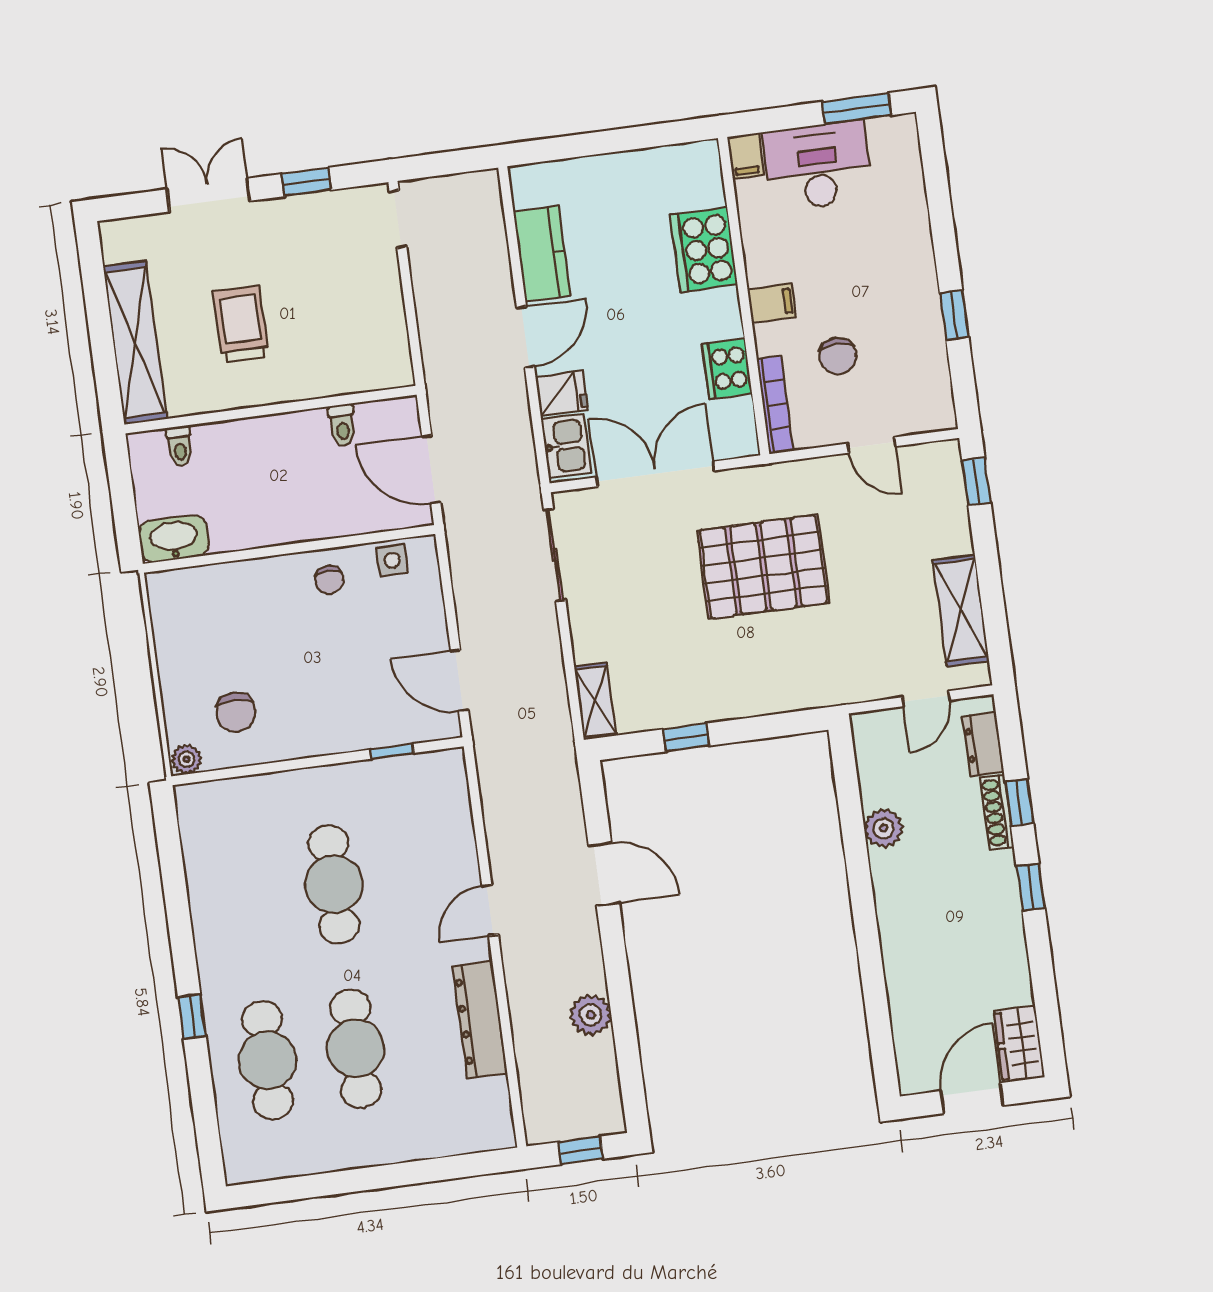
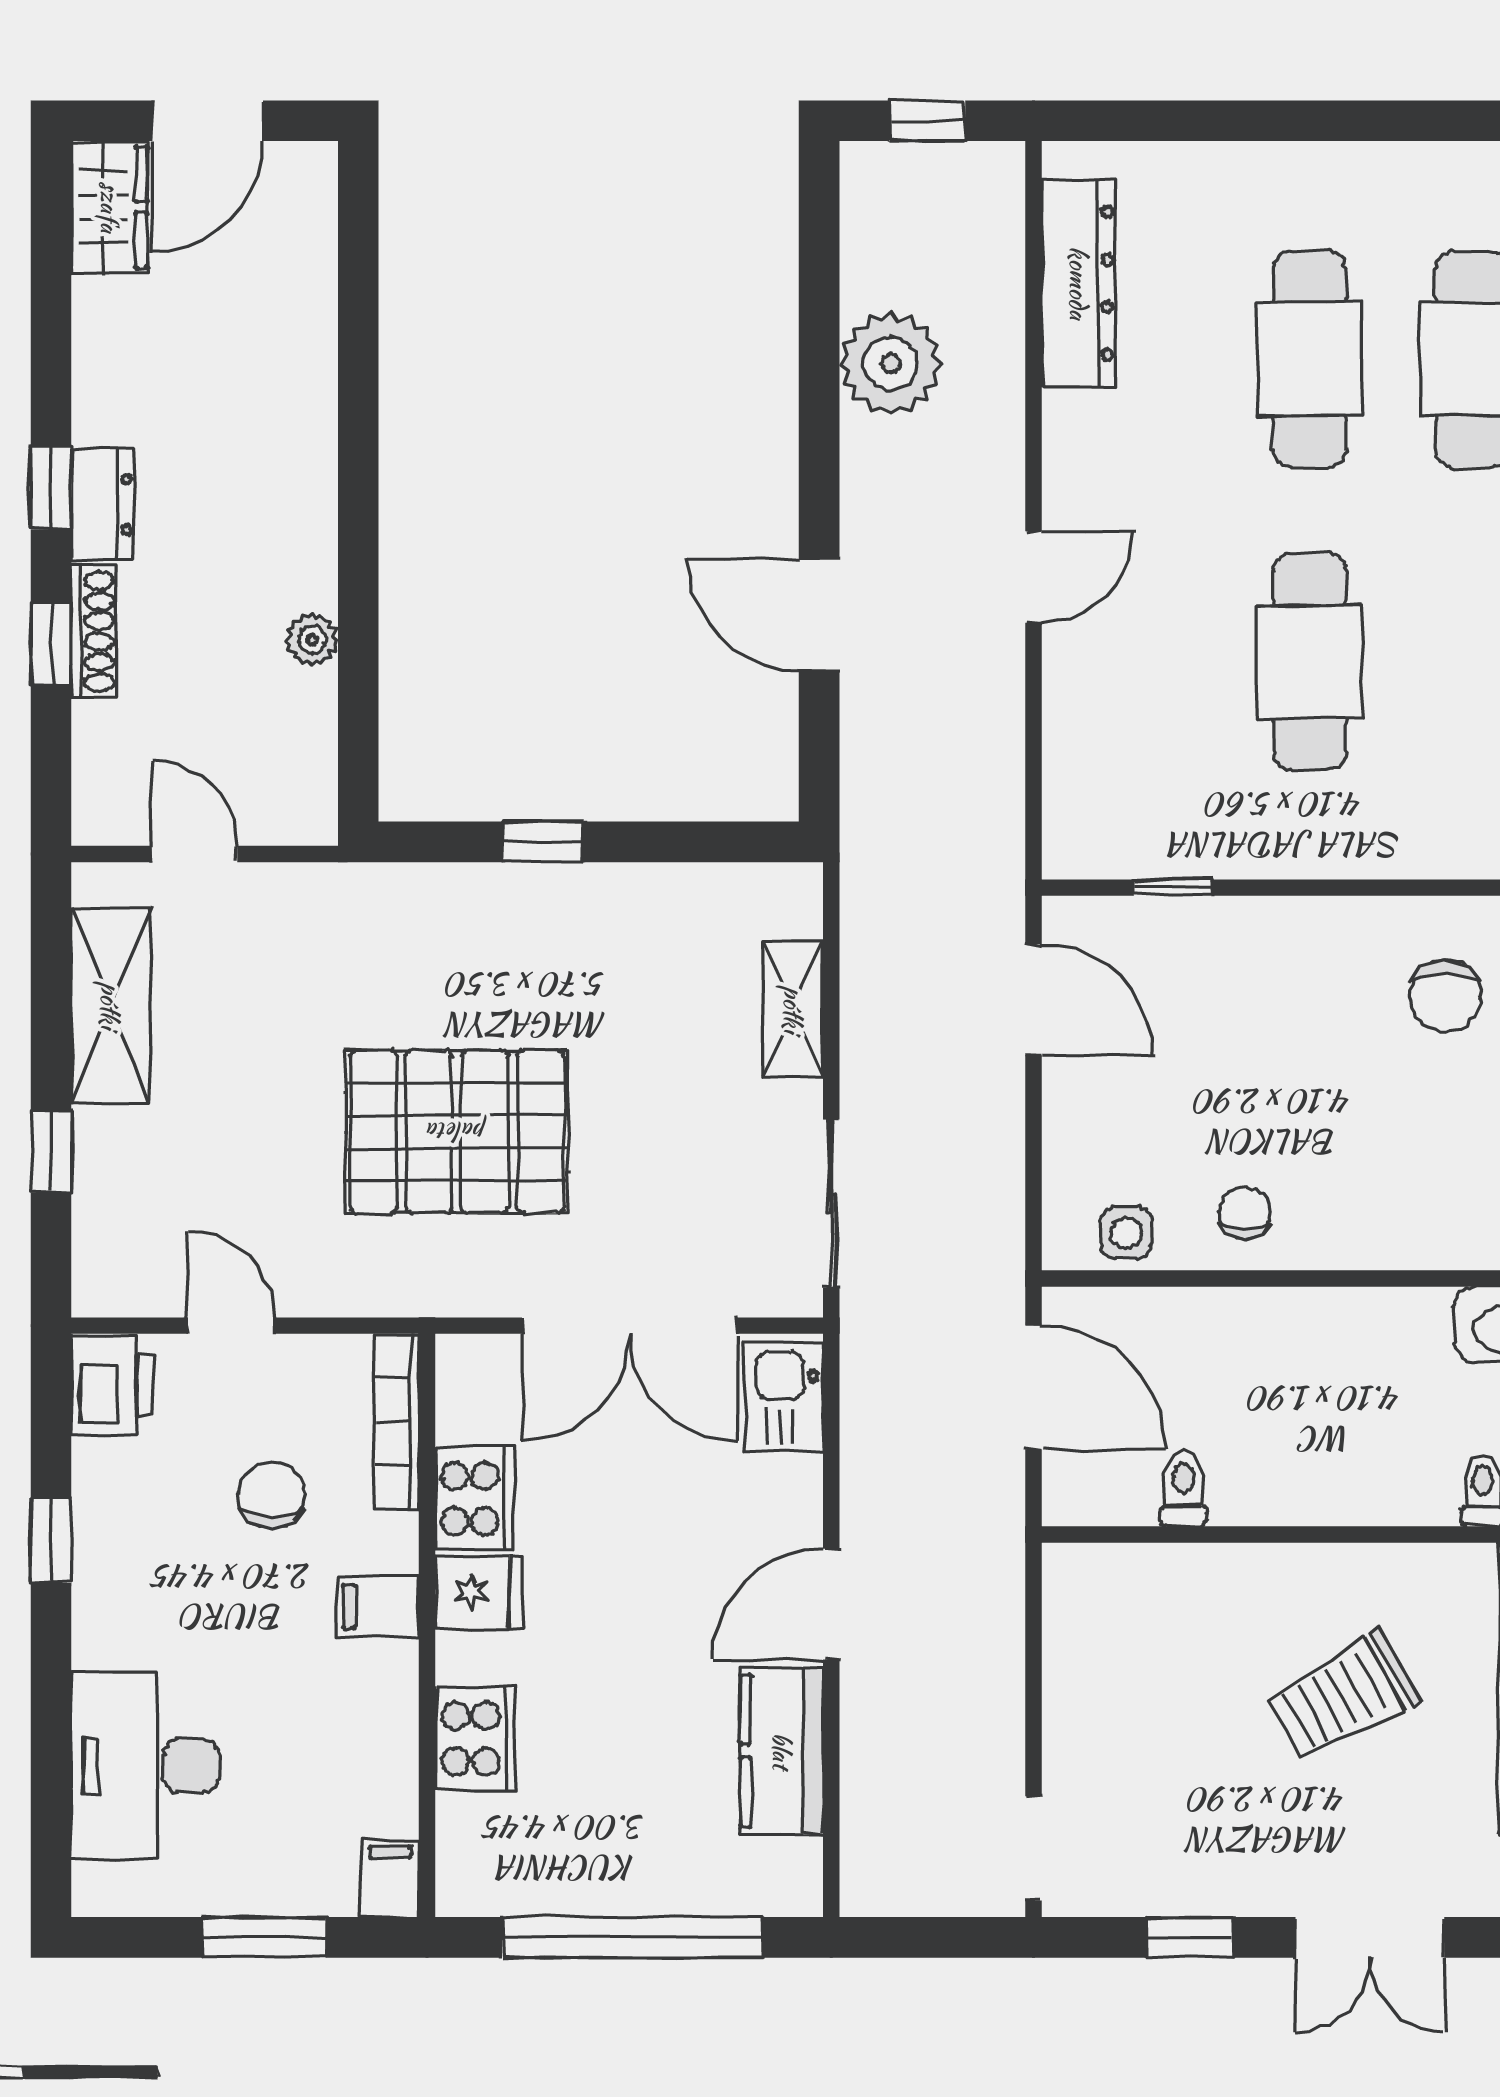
window: (857, 108) -> (264, 1937), moved
window: (610, 141) -> (632, 1937), added
desk: (818, 166) -> (145, 1766), moved, turned 90
cooker: (704, 250) -> (475, 1739), width x0.73, depth x0.76
trolley: (241, 324) -> (1343, 1697), turned 61
fridge: (562, 393) -> (479, 1592), moved, turned 180
printer: (932, 404) -> (112, 1385), added
window: (976, 481) -> (51, 1151), moved
door: (926, 699) -> (194, 854), hinge flipped
shelving: (595, 701) -> (793, 1009), moved
chair: (236, 712) -> (1445, 996), turned 180
window: (686, 737) -> (542, 842), moved
dresser: (983, 744) -> (102, 504), moved
plant: (884, 828) -> (312, 640), width x0.73, depth x0.73
plant: (591, 1015) -> (891, 363), width x1.36, depth x1.36
dresser: (480, 1020) -> (1079, 283), moved

